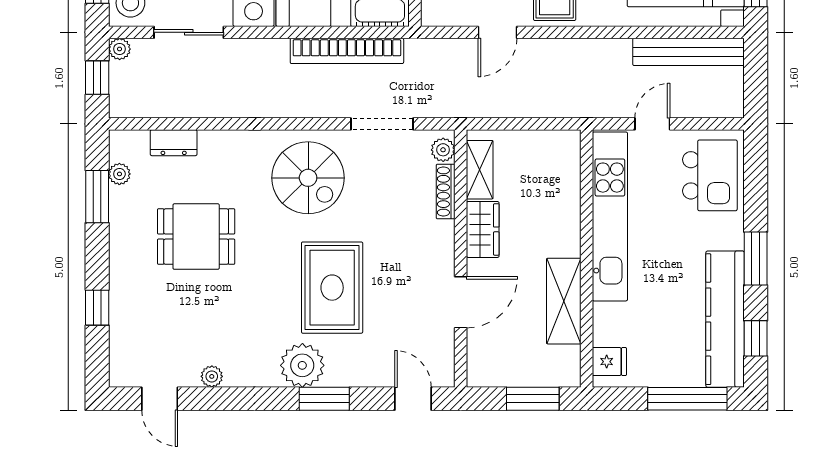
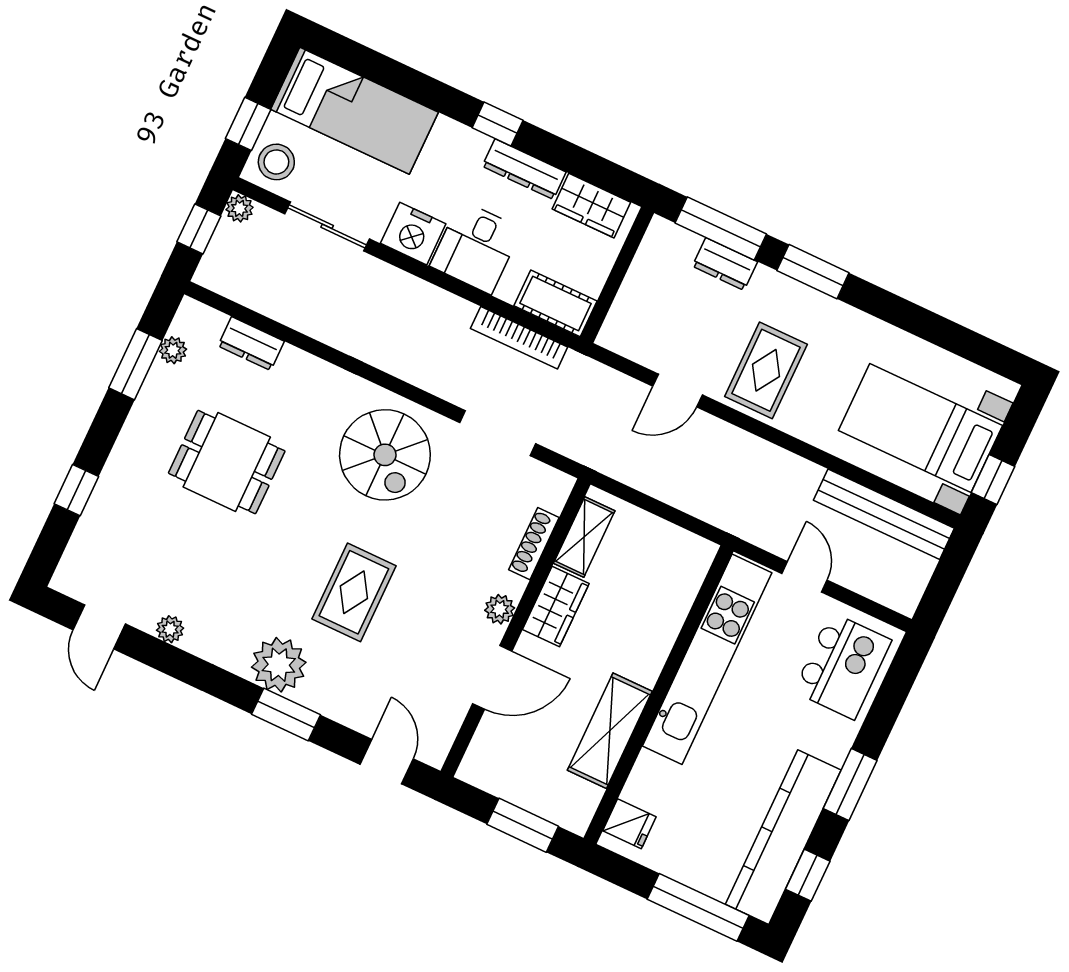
bookcase: (347, 51) -> (519, 338), width x0.68, depth x0.76
door: (652, 124) -> (805, 577), hinge flipped
plant: (443, 150) -> (500, 609), moved
rug: (332, 288) -> (354, 592), width x0.73, depth x0.70

